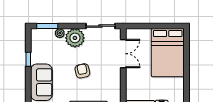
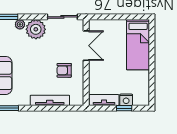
bed: (168, 53) -> (138, 45), width x0.67
armchair: (82, 71) -> (64, 70), moved, turned -78

